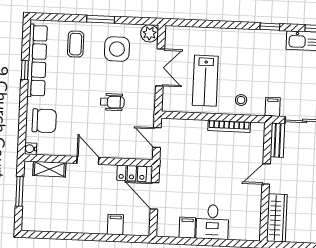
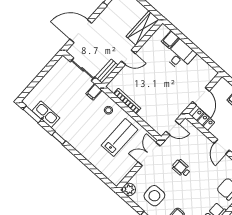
double door: (160, 67) -> (149, 154), moved
door: (157, 138) -> (173, 128), hinge flipped
filing cabinet: (187, 228) -> (170, 40), moved

